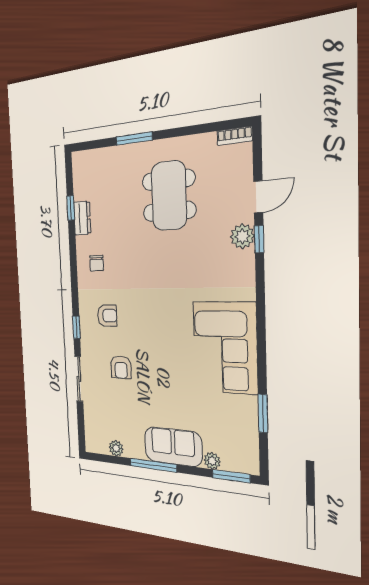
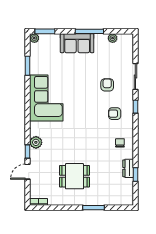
dining table: (169, 196) -> (75, 176), width x0.73
plant: (242, 236) -> (36, 142), moved
plant: (212, 461) -> (34, 38), moved

